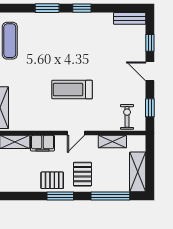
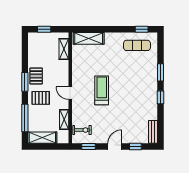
filing cabinet: (43, 143) -> (63, 69), removed

